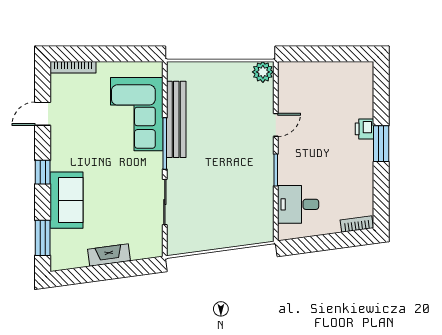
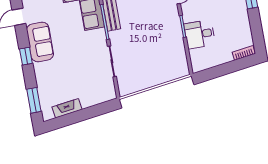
sofa: (66, 200) -> (40, 42), moved
desk: (298, 204) -> (200, 34), moved
fireplace: (109, 255) -> (67, 108), moved

